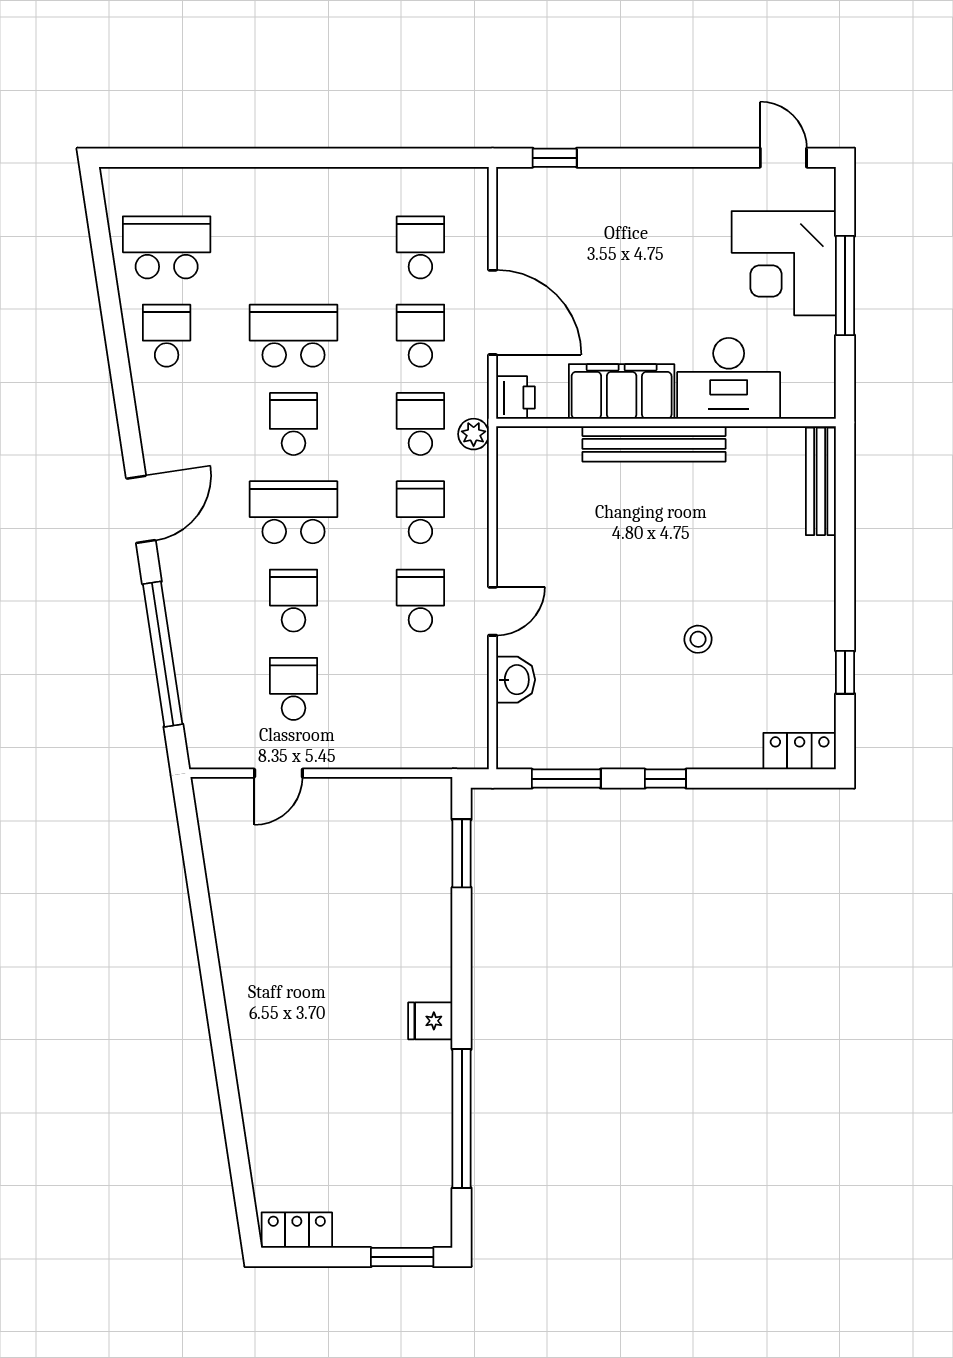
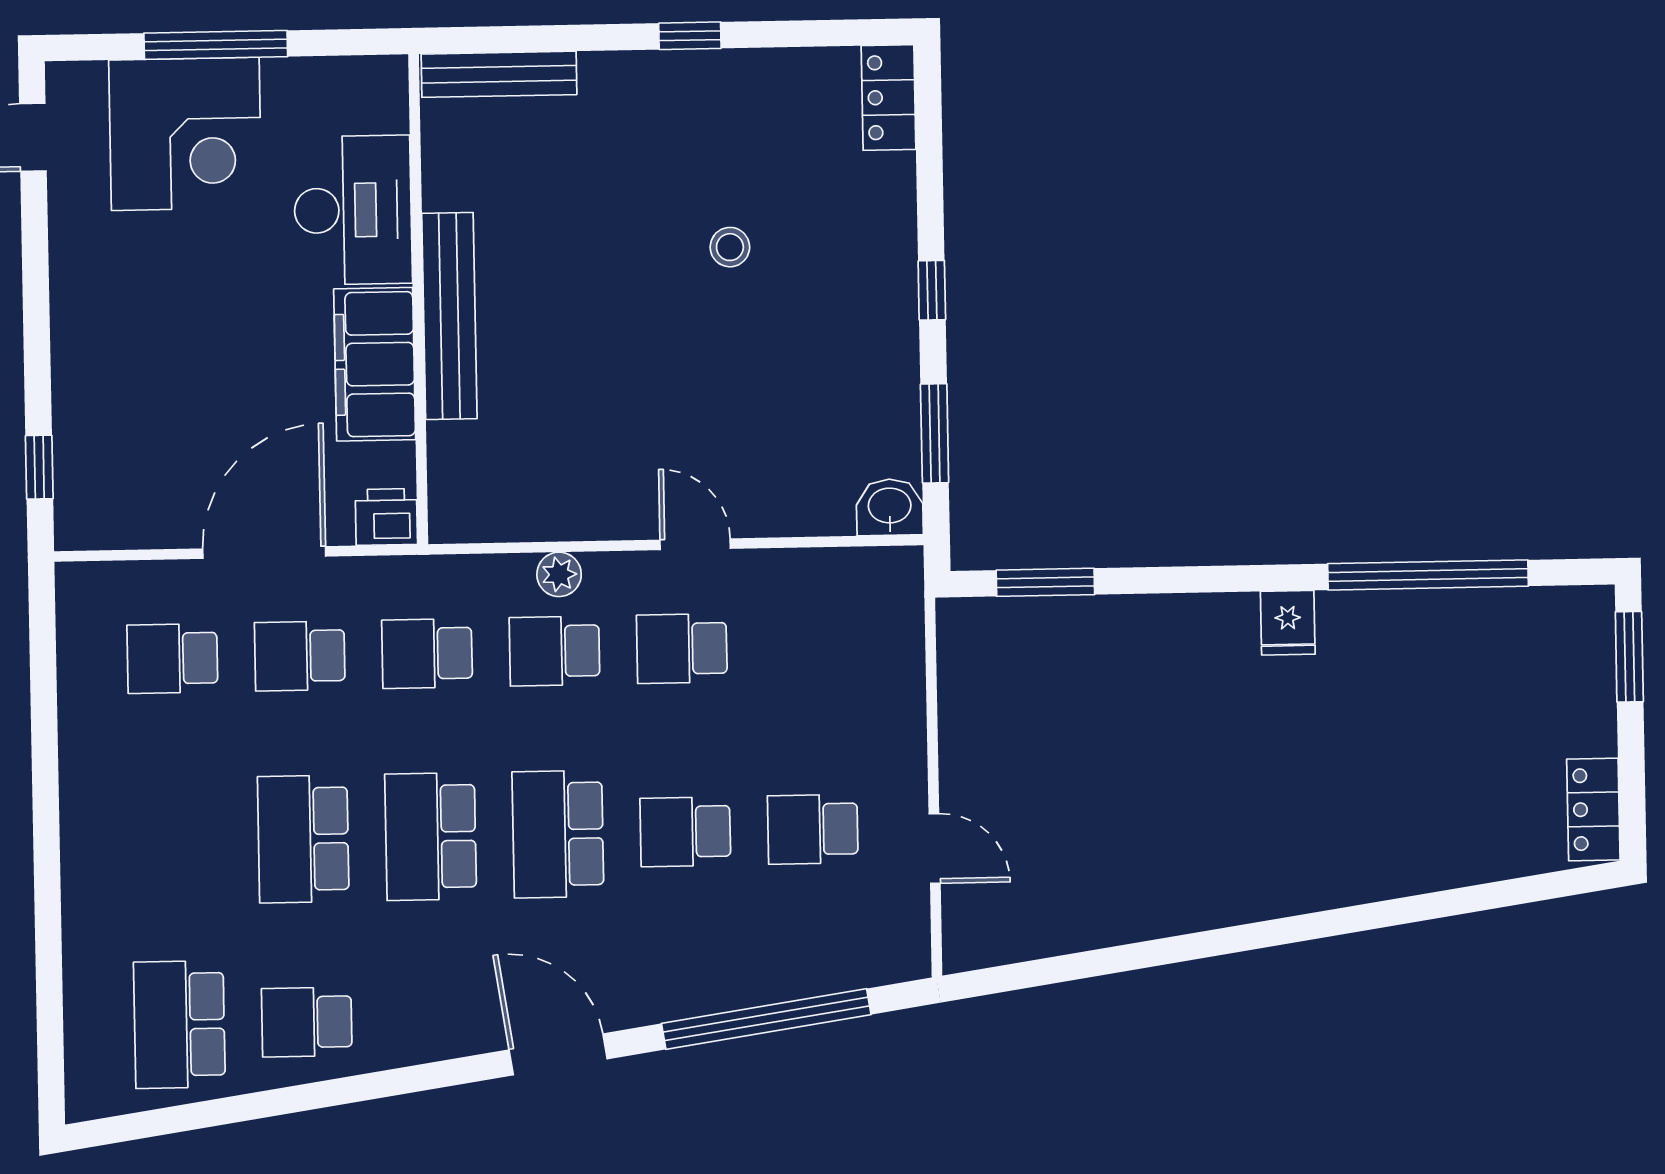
school desk: (294, 424) -> (431, 837), width x1.85
plant: (474, 434) -> (559, 574), moved
window: (845, 672) -> (690, 36), moved
washbasin: (516, 680) -> (890, 507), moved

